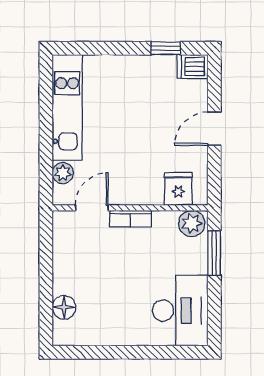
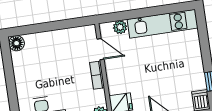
floor lamp: (64, 307) -> (17, 43), moved

